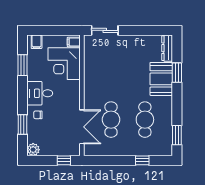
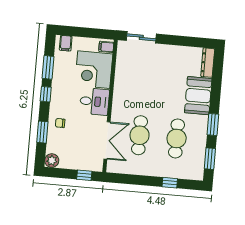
window: (177, 73) -> (213, 124), moved
window: (22, 90) -> (46, 94), added
desk: (40, 93) -> (94, 101), moved, turned 180

